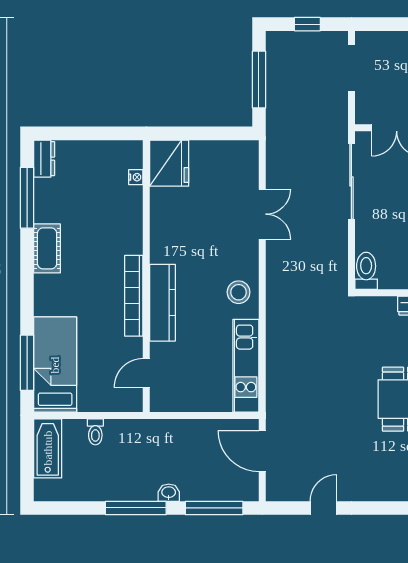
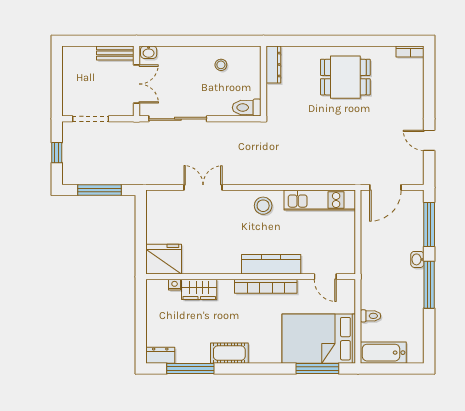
wardrobe: (130, 209) -> (199, 289), added
bed: (55, 365) -> (319, 339), width x1.50

